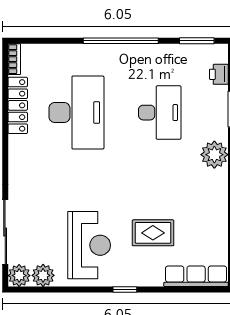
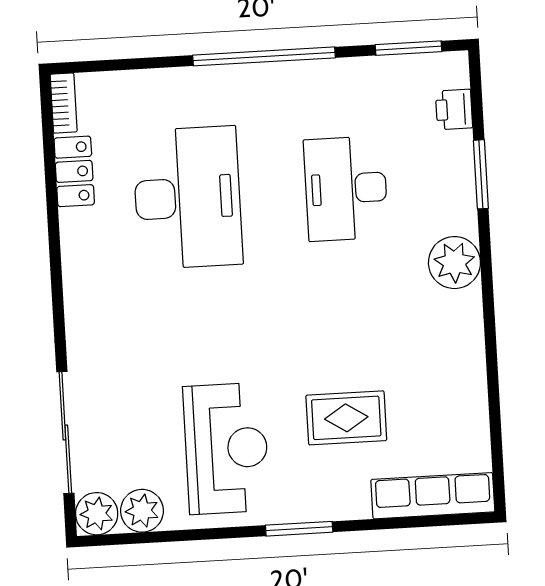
locker: (18, 105) -> (74, 171), width x0.66
desk: (160, 113) -> (346, 189), turned 180
window: (125, 289) -> (299, 529), width x1.50

